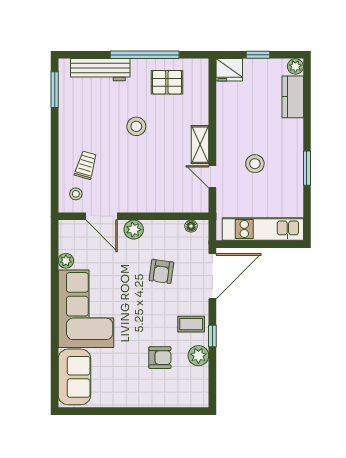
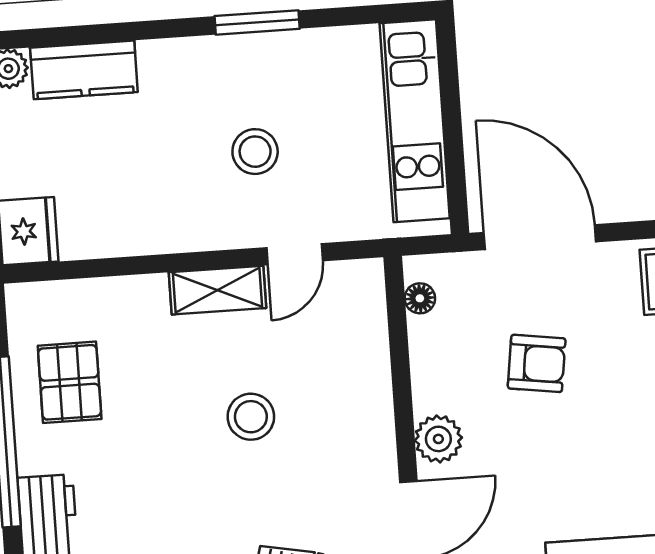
stool: (136, 126) -> (251, 417), moved

